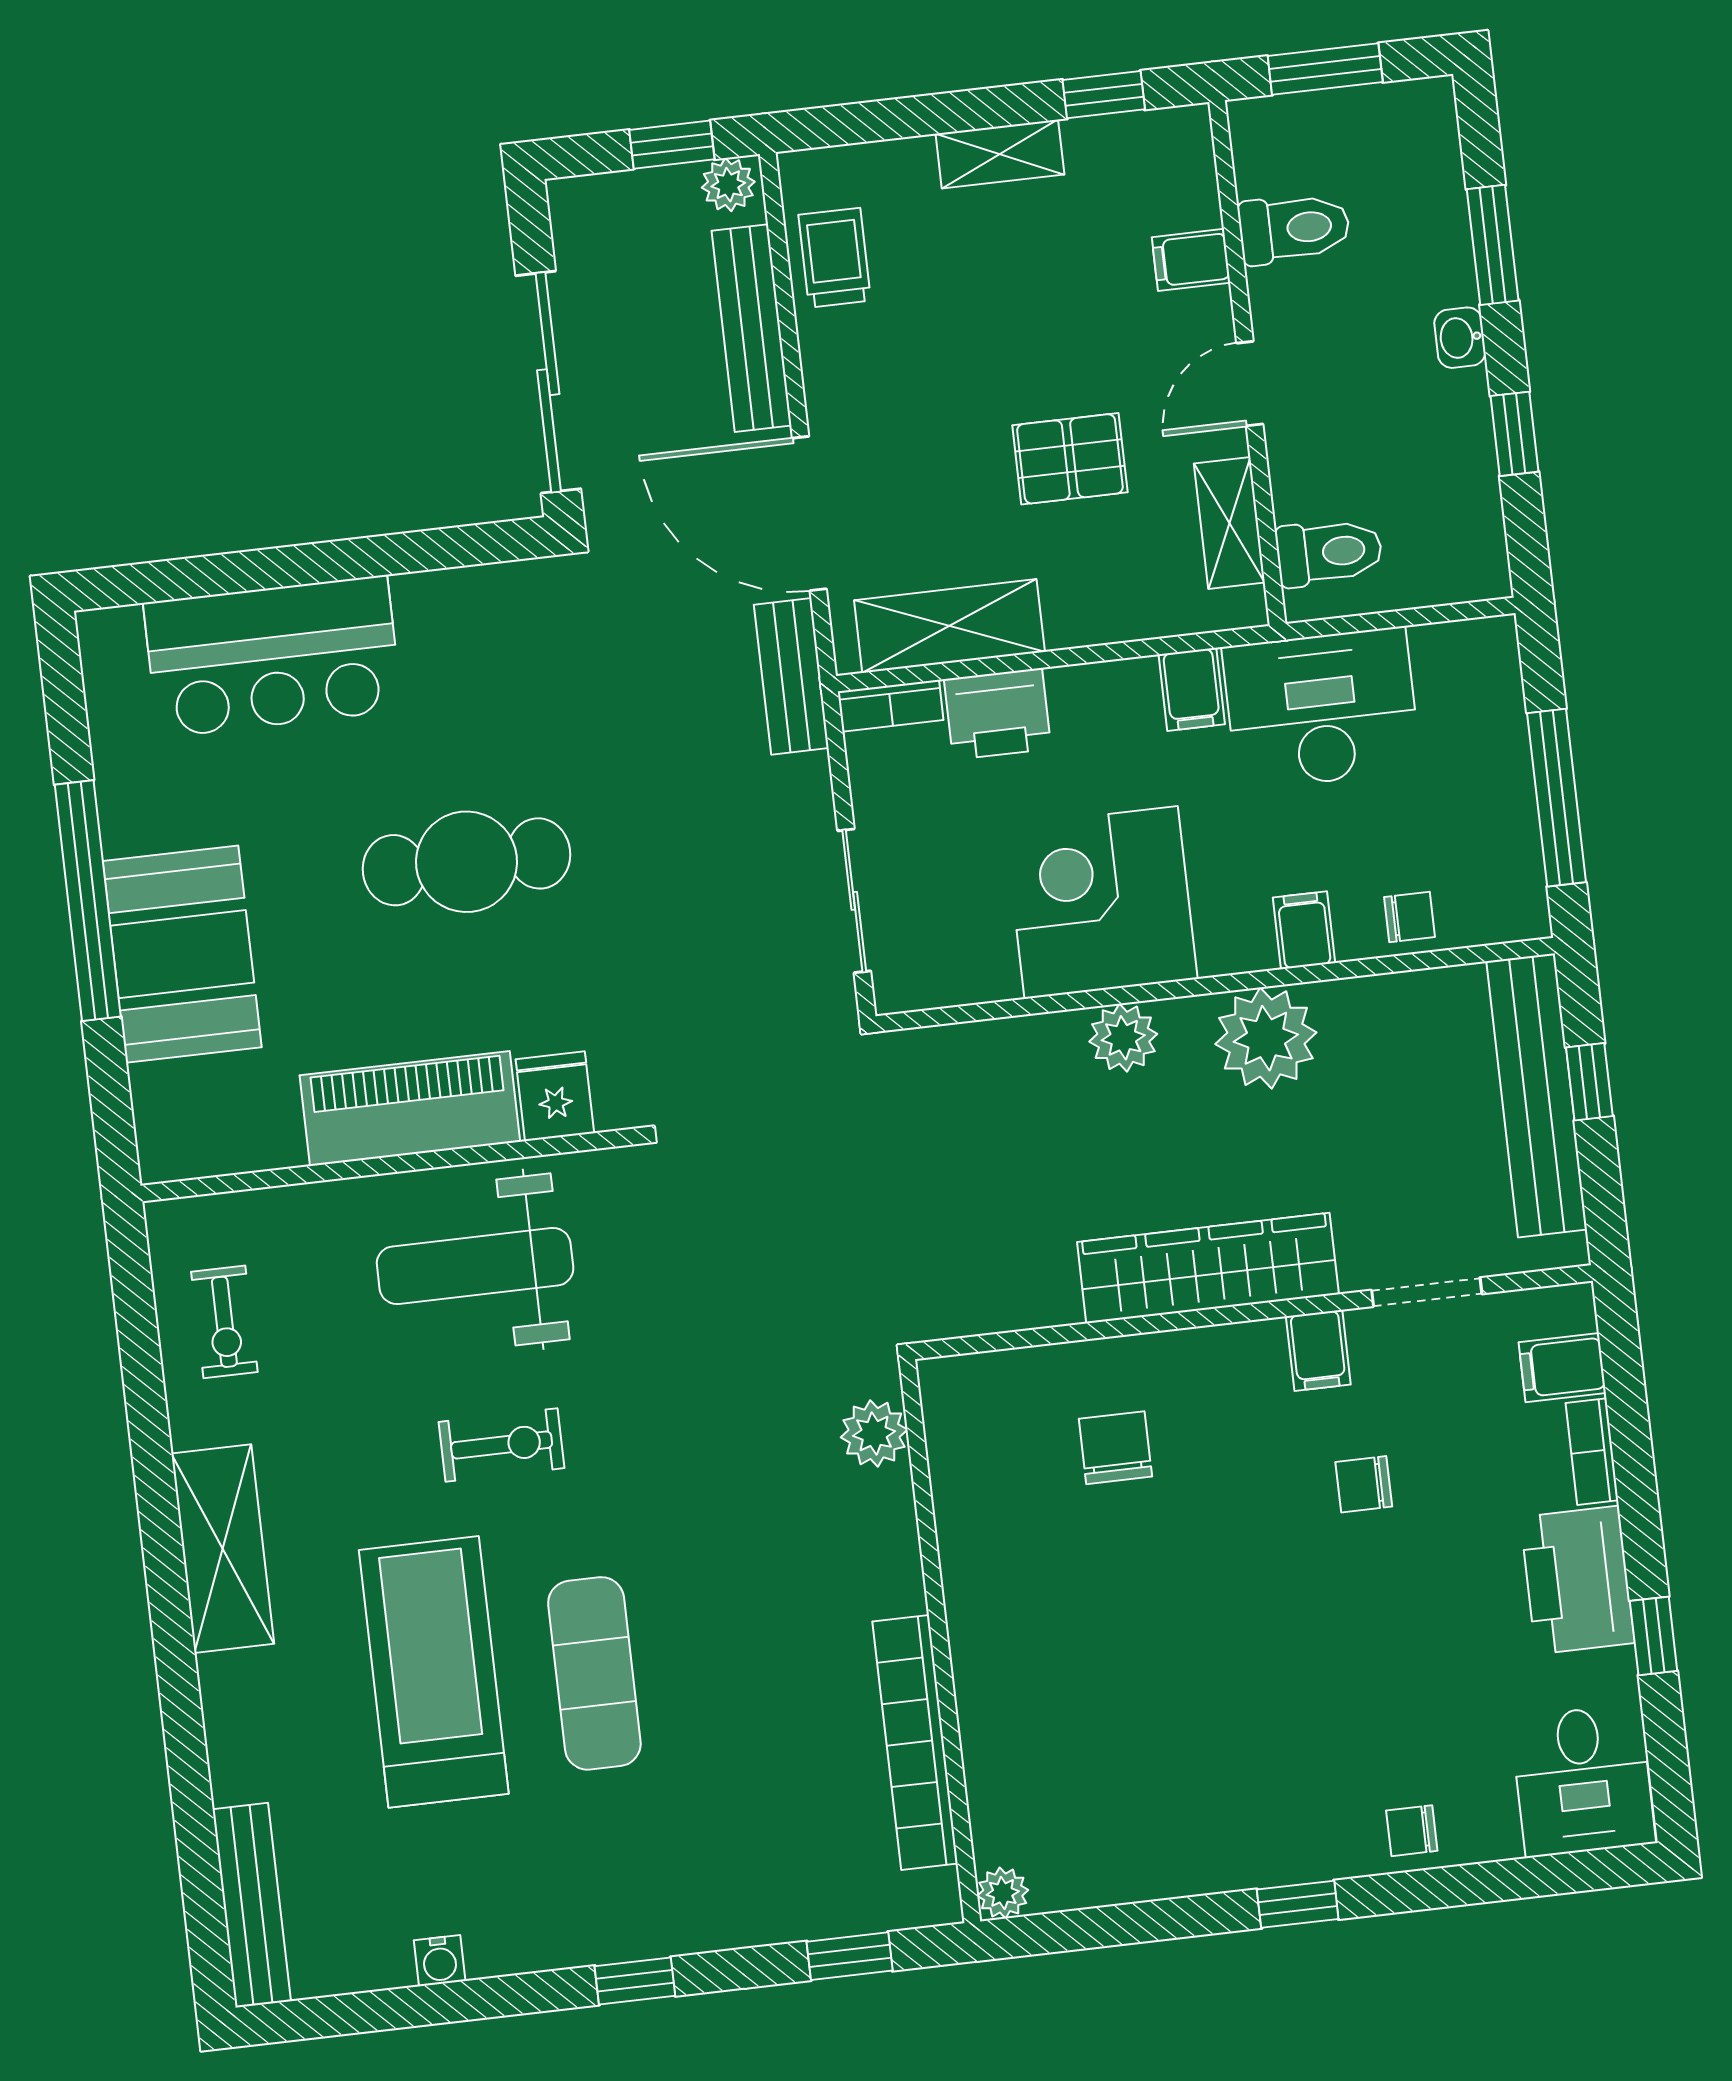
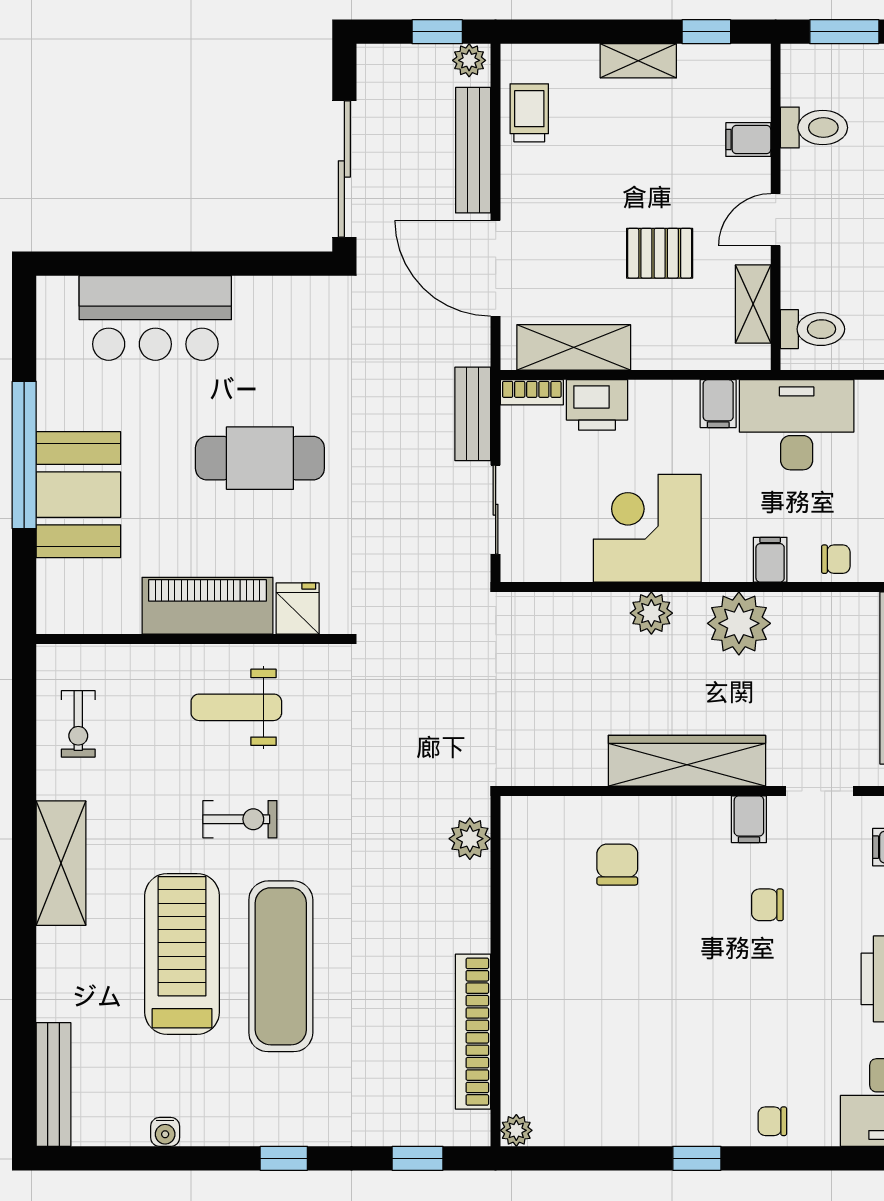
bench: (791, 676) -> (473, 414), moved
weight bench: (475, 1266) -> (236, 707), width x0.73, depth x0.75
exercise mat: (594, 1673) -> (281, 966), width x1.36, depth x1.45

